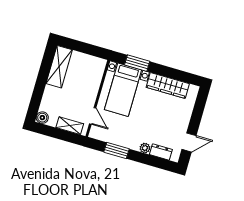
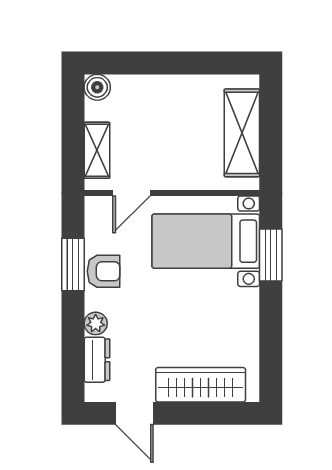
shelving: (59, 67) -> (242, 133), moved, turned 90
wardrobe: (168, 85) -> (201, 385), moved, turned 90
armchair: (123, 138) -> (104, 271), added

